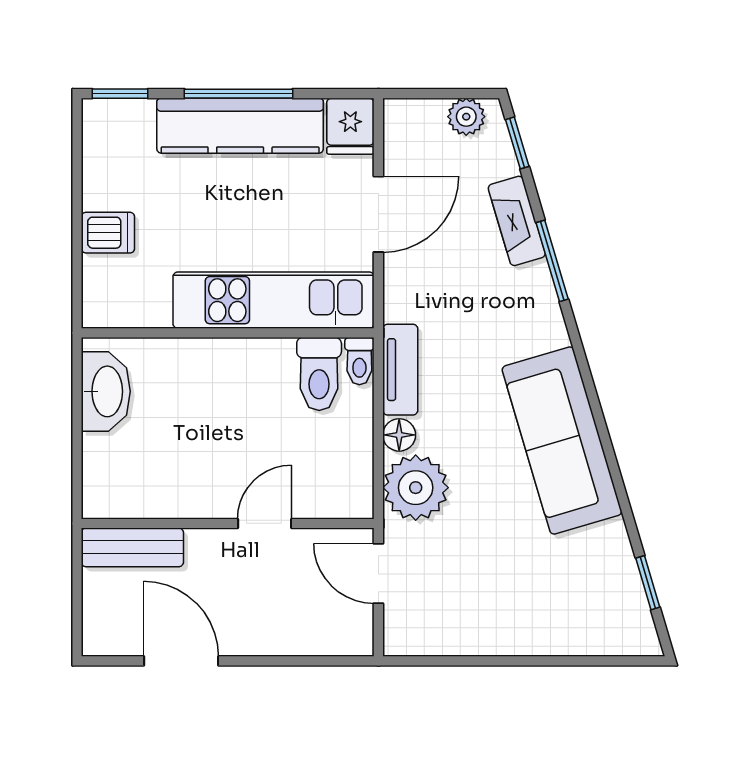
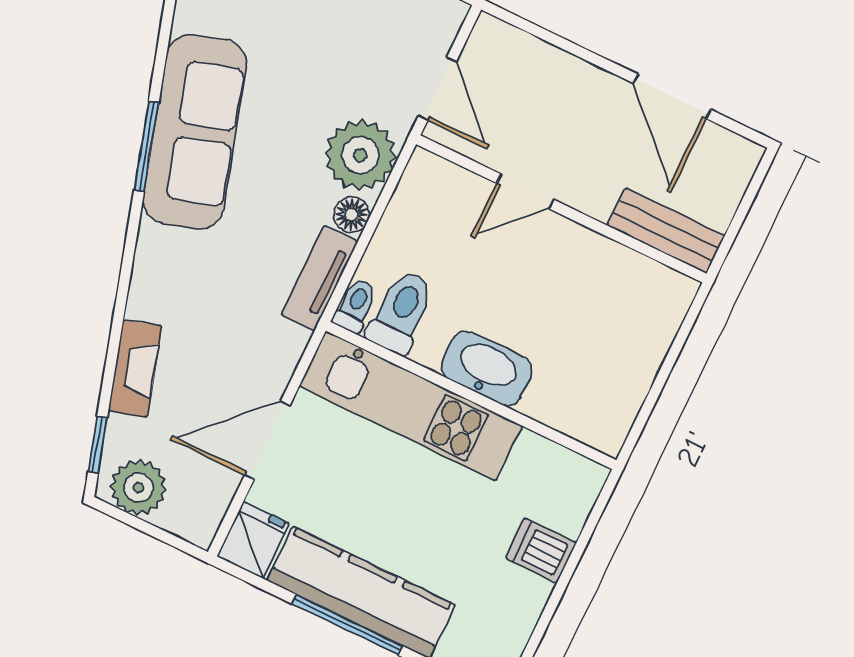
plant: (466, 117) -> (138, 488), width x1.38, depth x1.38
window: (552, 261) -> (146, 146), moved
washbasin: (106, 391) -> (487, 368), moved, turned 90

